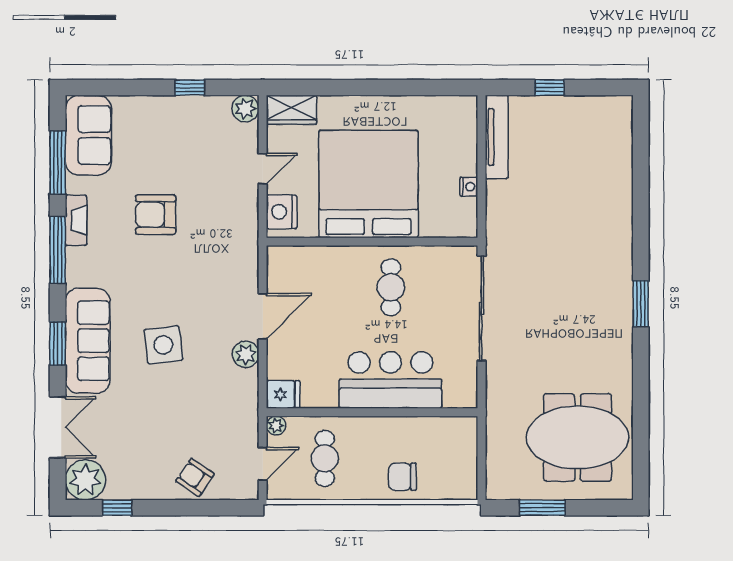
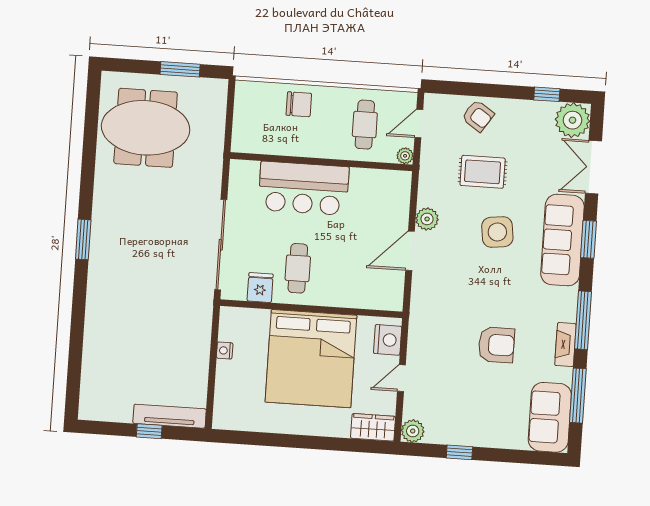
tv unit: (497, 137) -> (170, 416), moved, turned 90
fridge: (283, 394) -> (260, 288), moved, turned 90
rug: (185, 413) -> (483, 172), added

